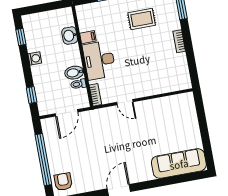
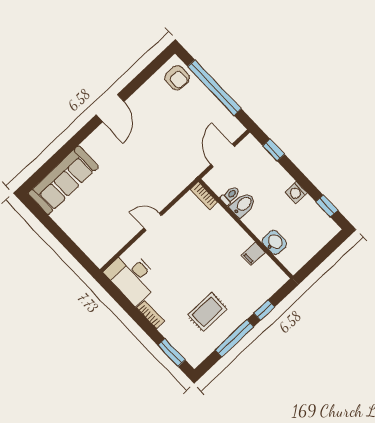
desk: (99, 60) -> (132, 277), moved, turned 180
door: (125, 102) -> (153, 222), moved

